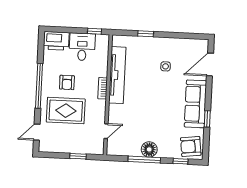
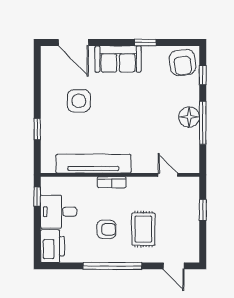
side table: (166, 66) -> (79, 101), width x1.87, depth x1.87
sofa: (195, 104) -> (118, 59), width x0.73
rug: (66, 111) -> (143, 229), width x0.73, depth x0.70

